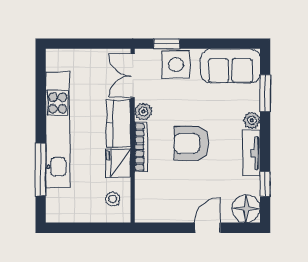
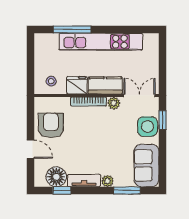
armchair: (192, 143) -> (51, 125), moved
floor lamp: (246, 209) -> (56, 177), moved

